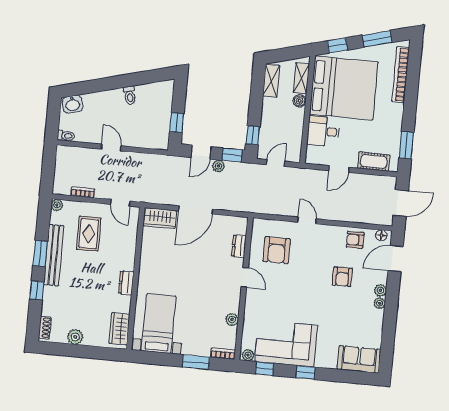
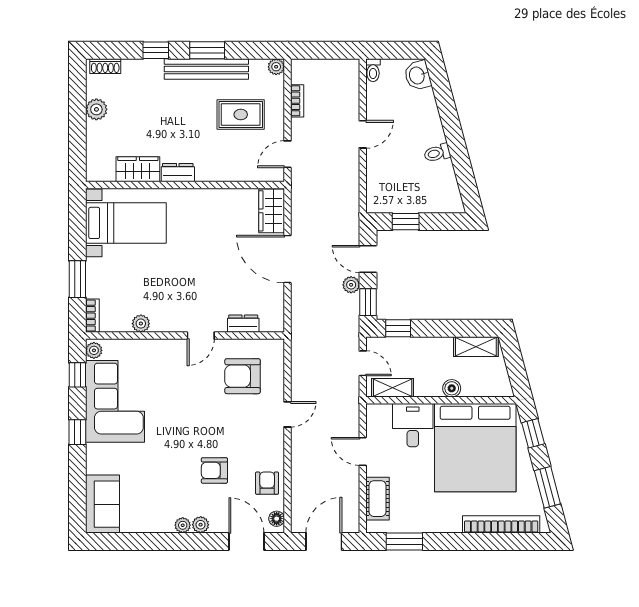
shelving: (301, 78) -> (393, 388), moved
door: (401, 203) -> (324, 541), swing flipped
wardrobe: (119, 329) -> (138, 169), moved

